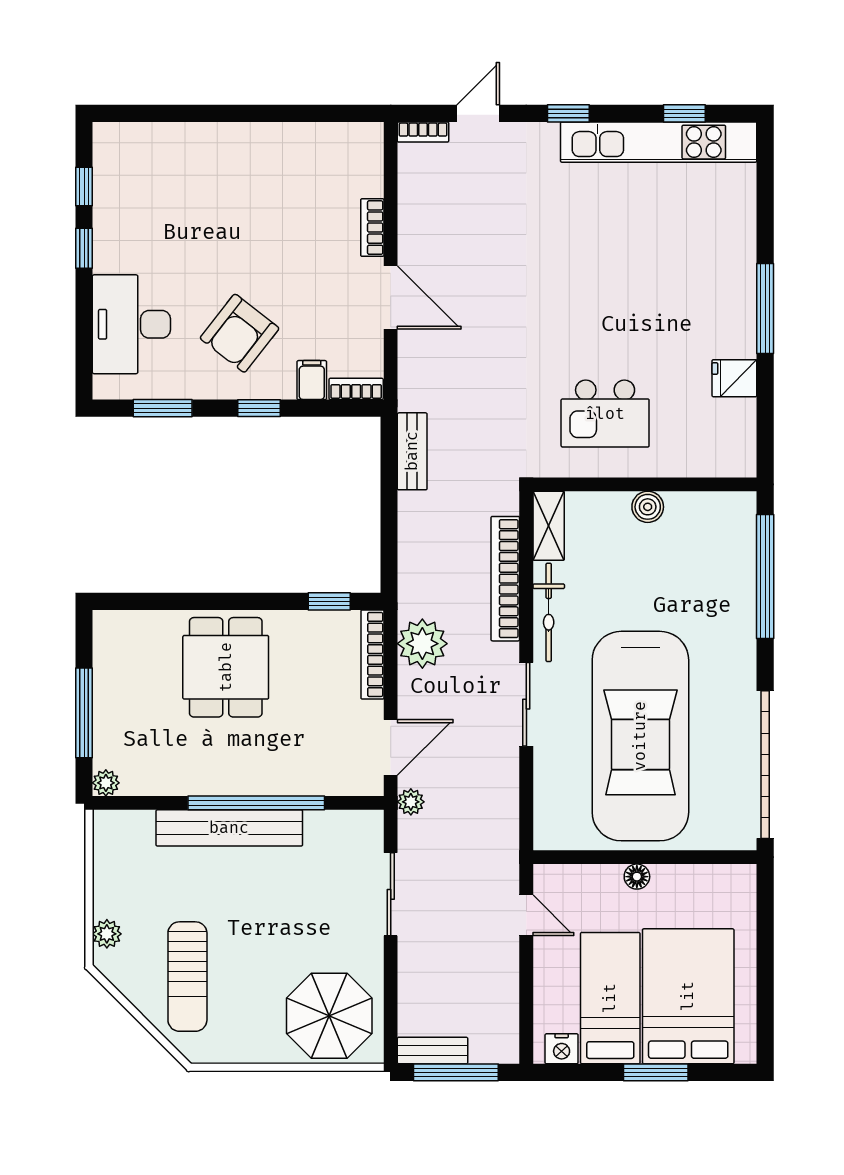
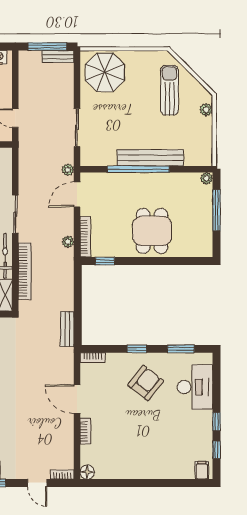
door: (478, 113) -> (37, 483), hinge flipped
floor lamp: (368, 137) -> (87, 472), added
filing cabinet: (312, 380) -> (202, 470), moved, turned 180
plant: (422, 644) -> (68, 242), width x0.53, depth x0.53

